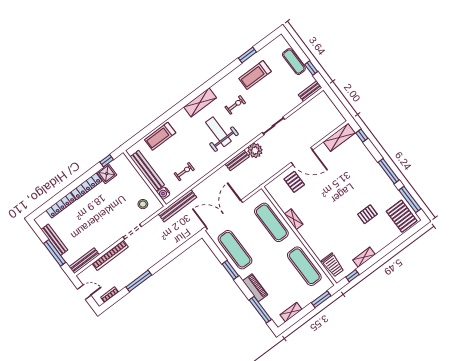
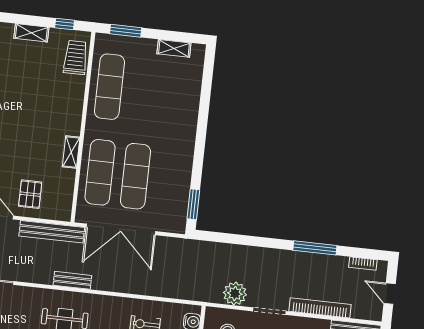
plant: (255, 151) -> (235, 294), moved
bench: (178, 206) -> (52, 232), moved
double door: (224, 215) -> (121, 229), moved
exercise mat: (235, 250) -> (136, 176), moved
window: (230, 270) -> (193, 204), moved
piano: (255, 288) -> (189, 115), removed
window: (260, 310) -> (207, 84), removed

